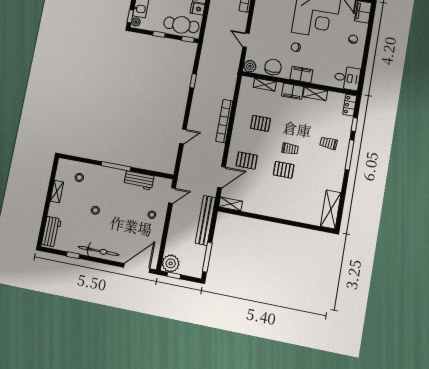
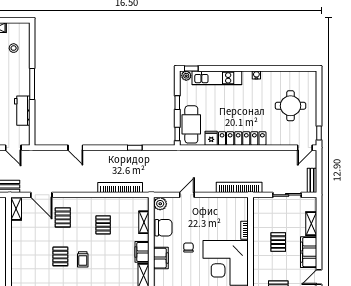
bookcase: (224, 121) -> (120, 187), moved

